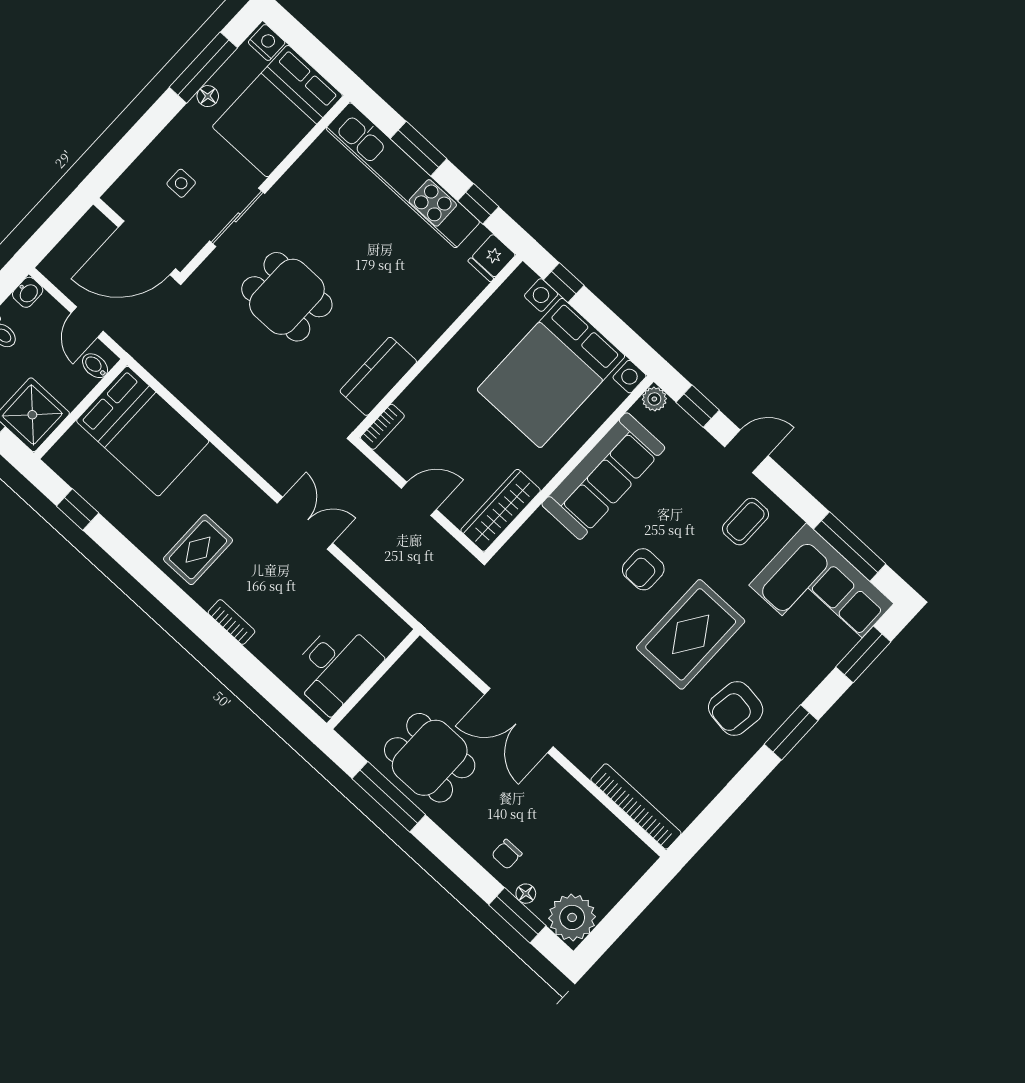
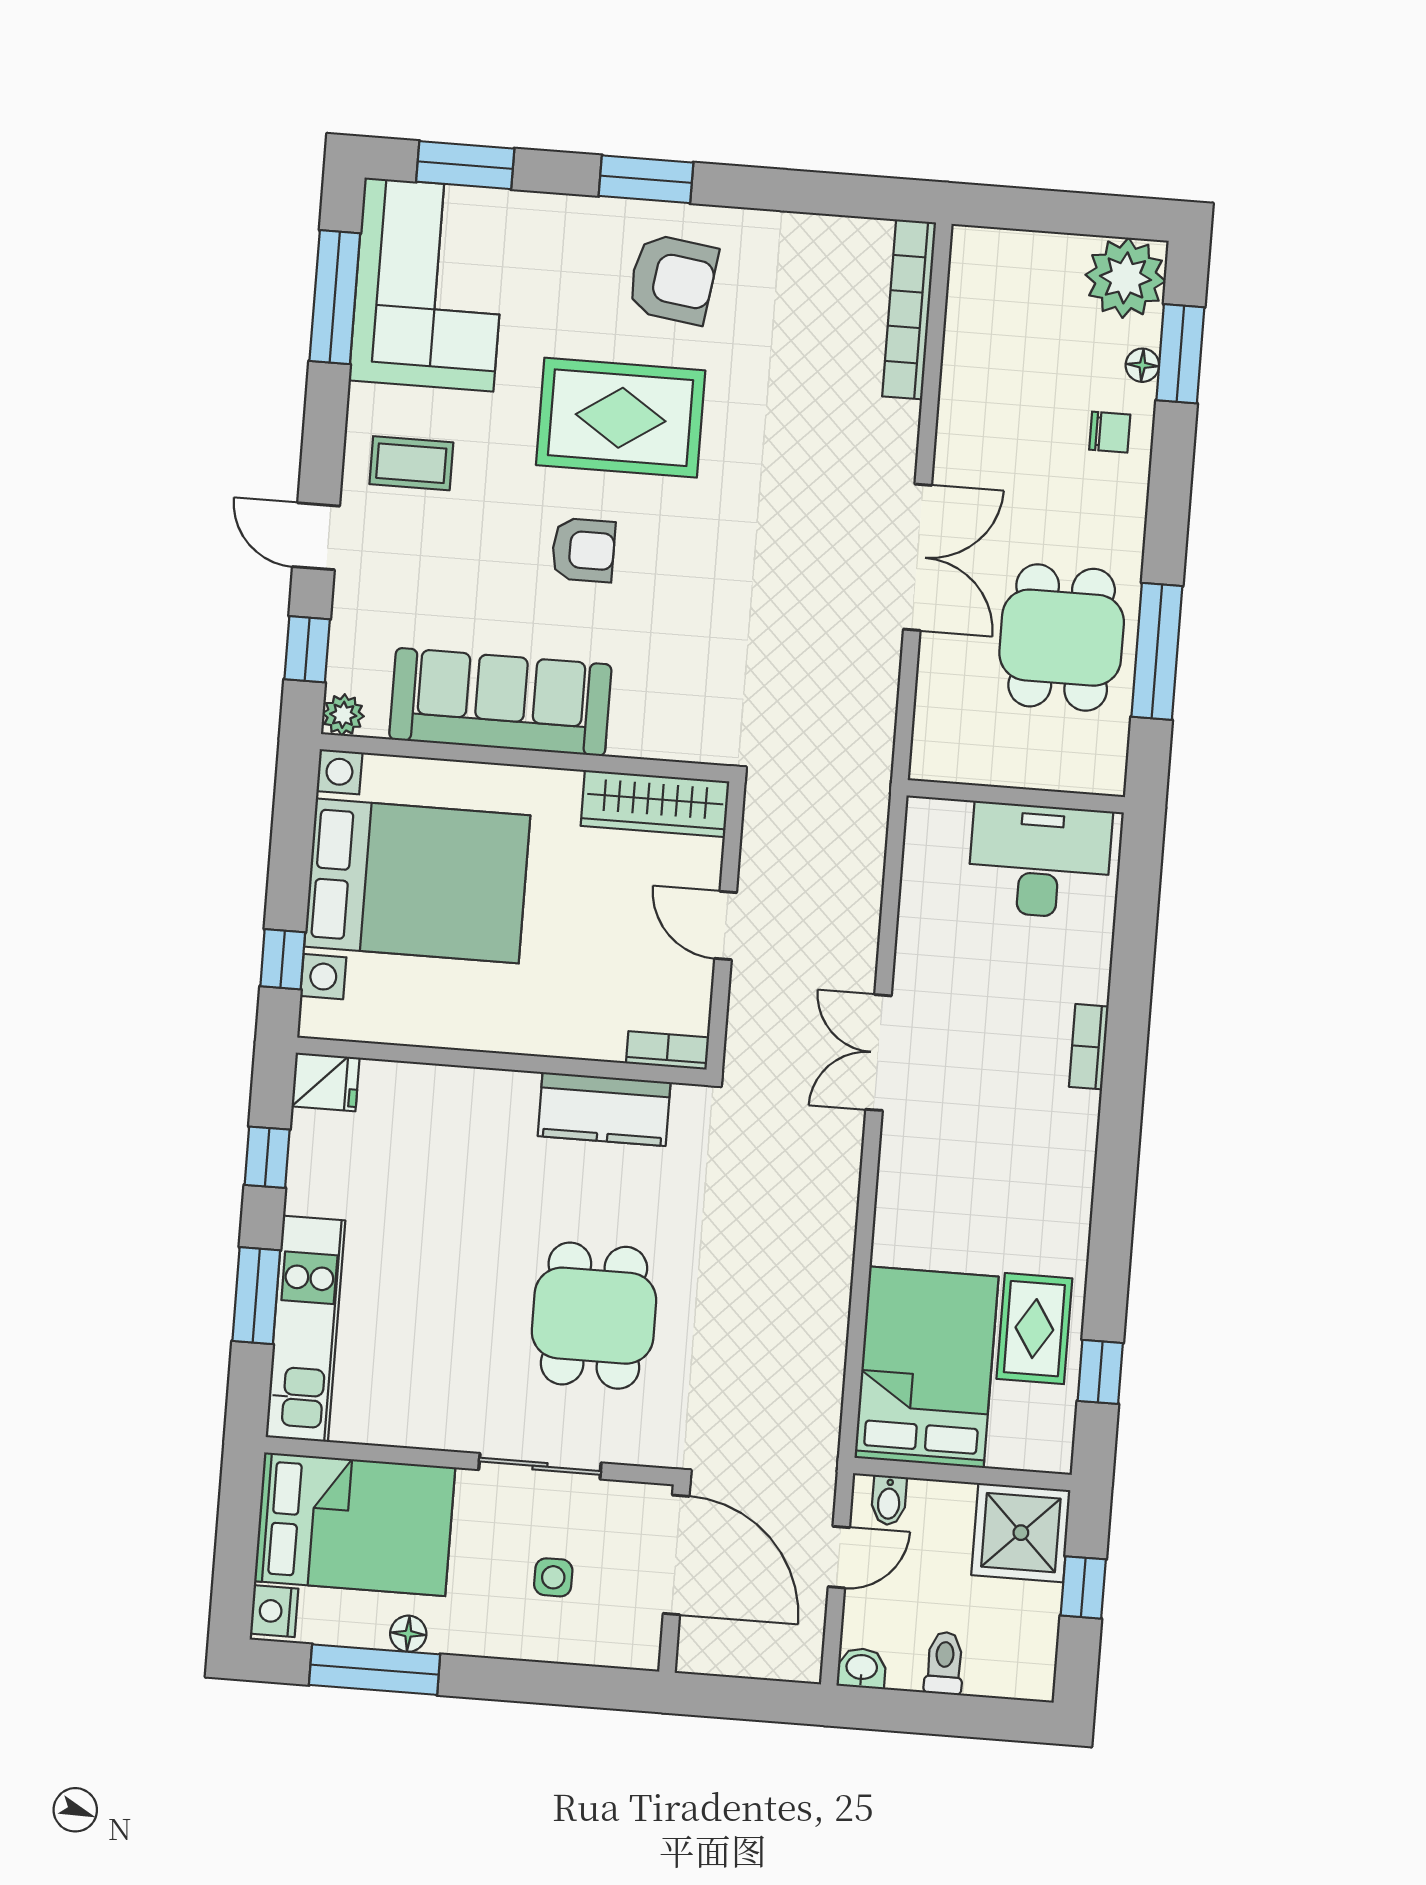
kitchen unit: (403, 175) -> (305, 1329), width x0.73
rug: (198, 550) -> (1034, 1329), moved, turned 90

